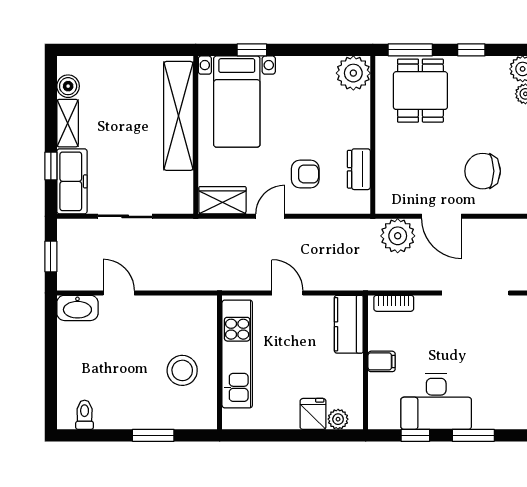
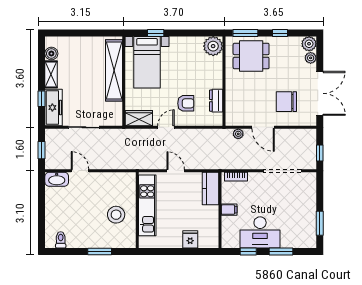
dining table: (420, 91) -> (251, 56), turned 90
plant: (398, 236) -> (238, 134), width x0.53, depth x0.53
plant: (338, 419) -> (204, 242), removed

